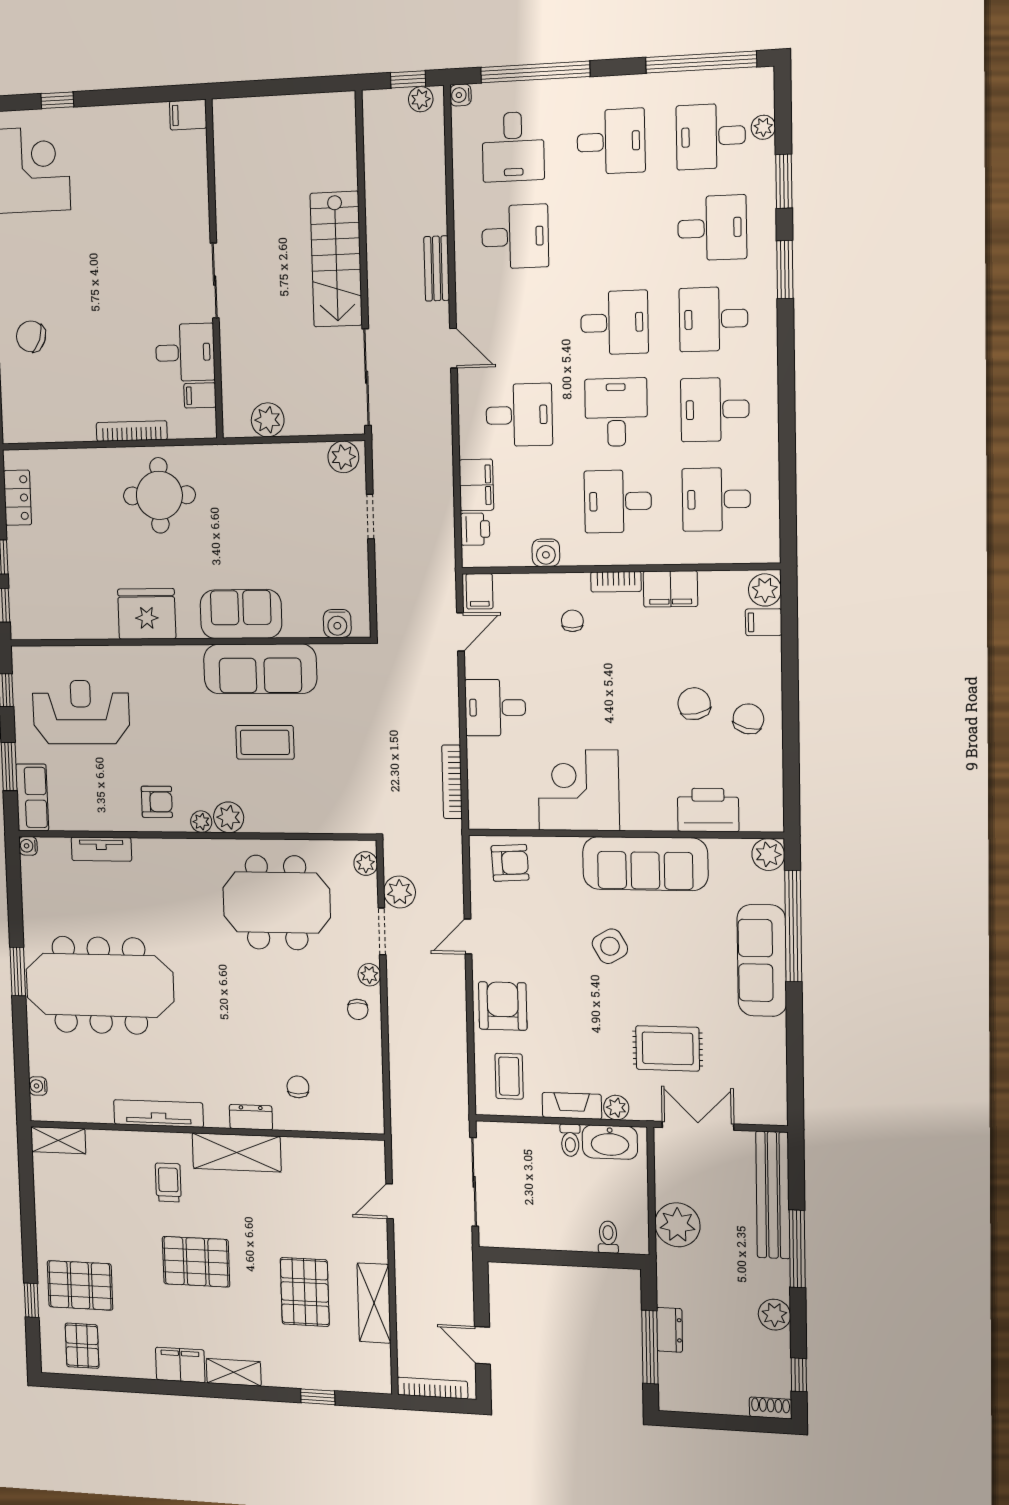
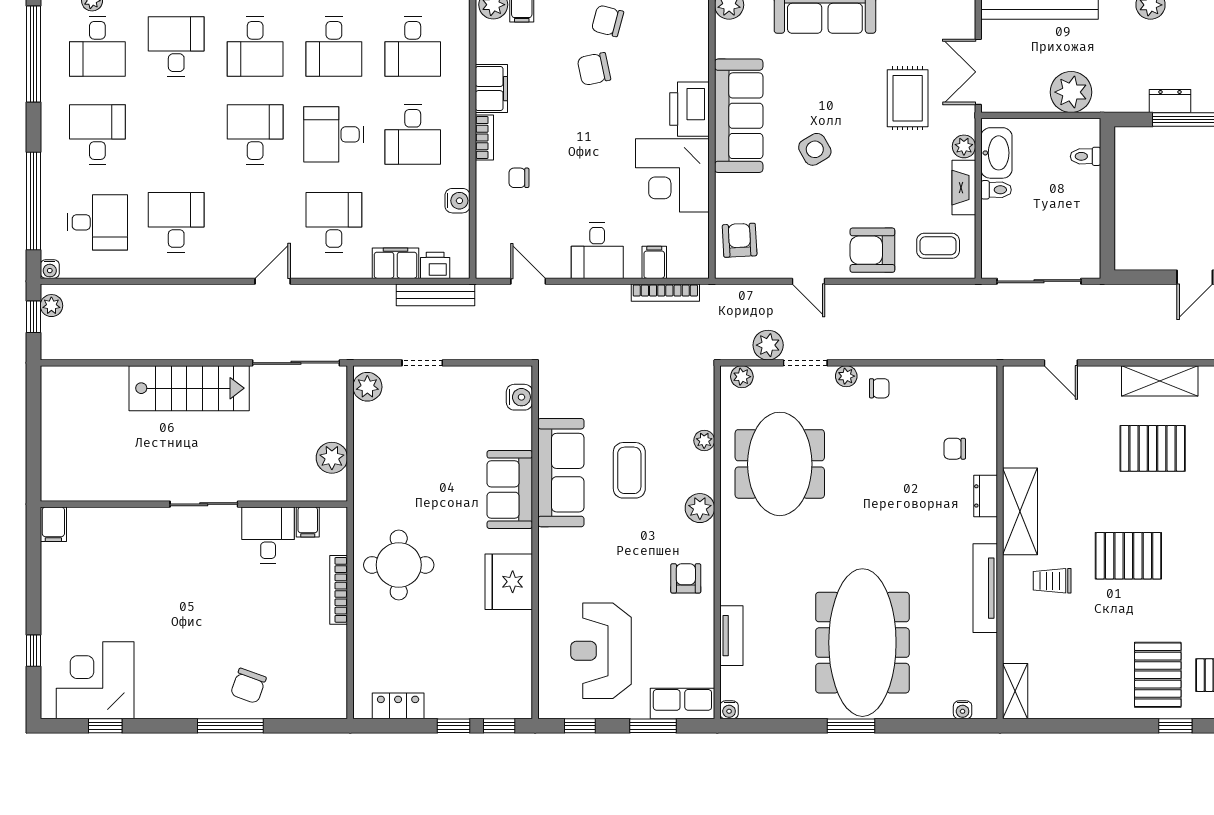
bench: (437, 268) -> (435, 295), moved, width x1.36
filing cabinet: (479, 591) -> (654, 262), moved, turned -90
printer: (708, 810) -> (689, 109), moved
plant: (201, 822) -> (704, 441), moved
pallet: (196, 1262) -> (1128, 556), turned 90

